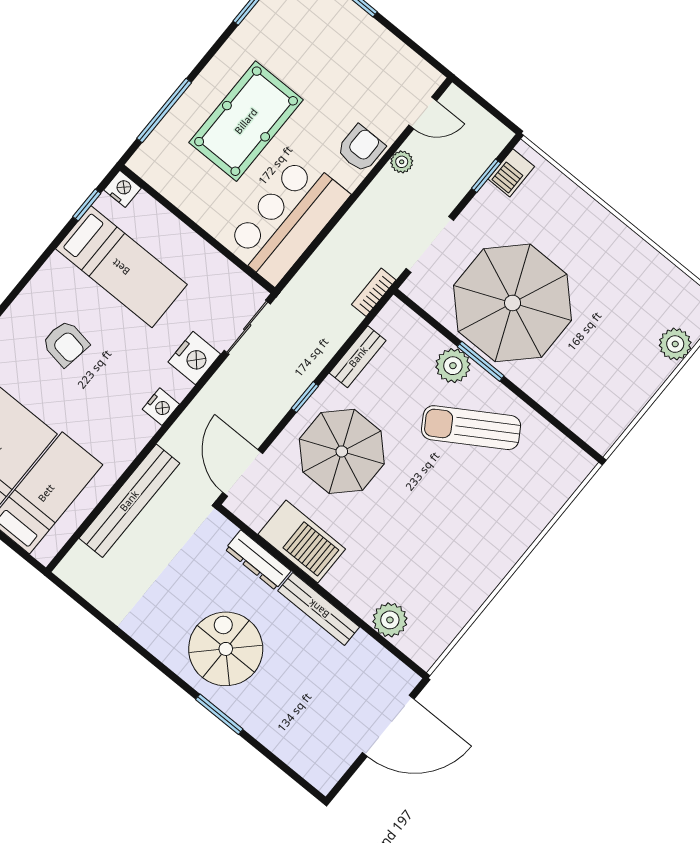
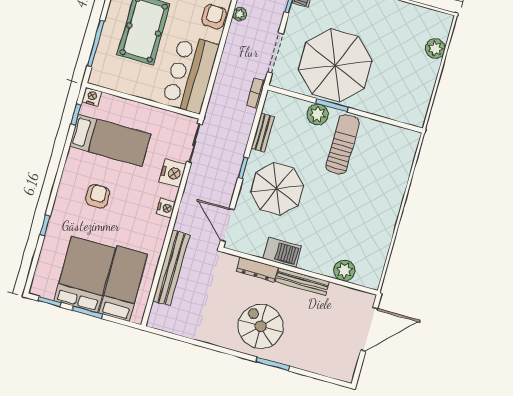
armchair: (65, 343) -> (98, 196), turned -99
sun lounger: (471, 428) -> (343, 144), turned 122
barbecue: (302, 542) -> (282, 252), width x0.73, depth x0.83

